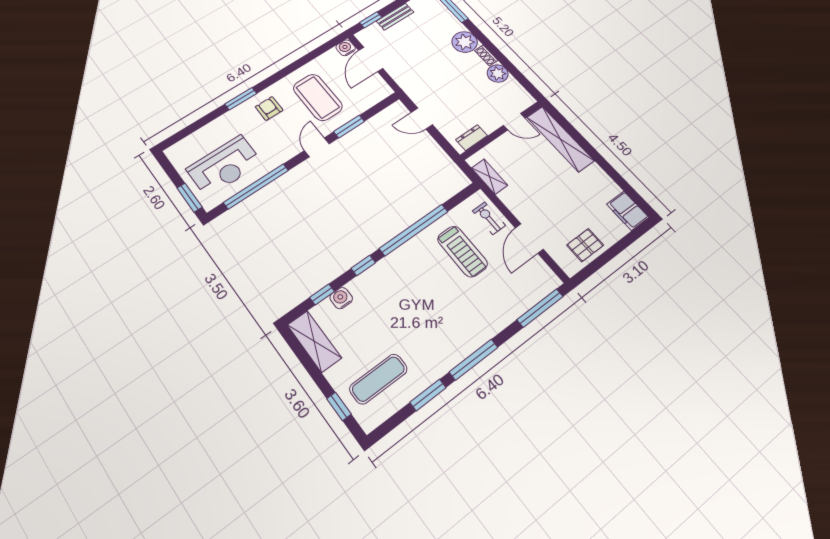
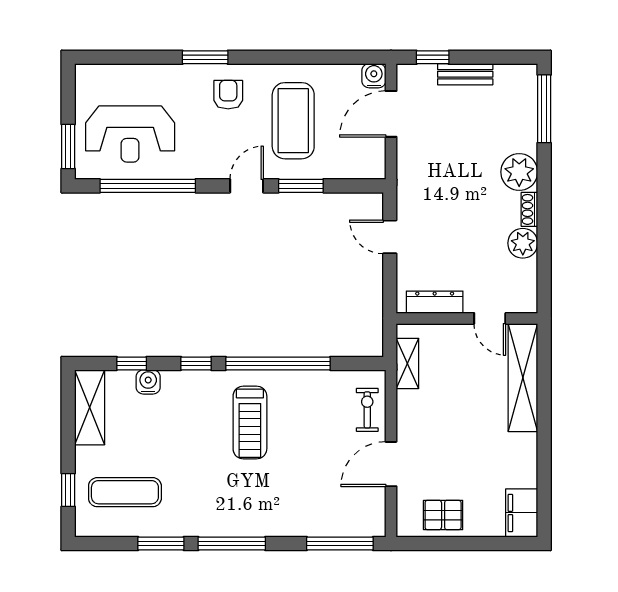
dresser: (472, 138) -> (435, 302), width x1.44
treadmill: (462, 251) -> (250, 422), moved

